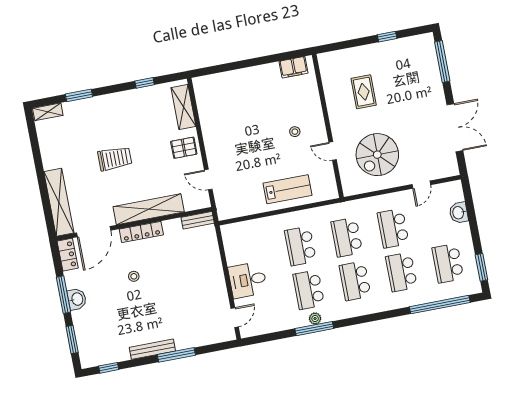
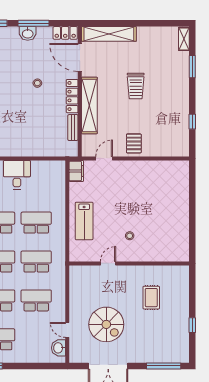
filing cabinet: (293, 67) -> (76, 171), moved, turned 180
rug: (364, 92) -> (151, 298), turned 90
shelving: (183, 107) -> (167, 149), removed
spiral stairs: (377, 155) -> (106, 324), moved, turned 180
washbasin: (459, 213) -> (58, 348), moved, turned -90
bench: (198, 220) -> (73, 128), moved

